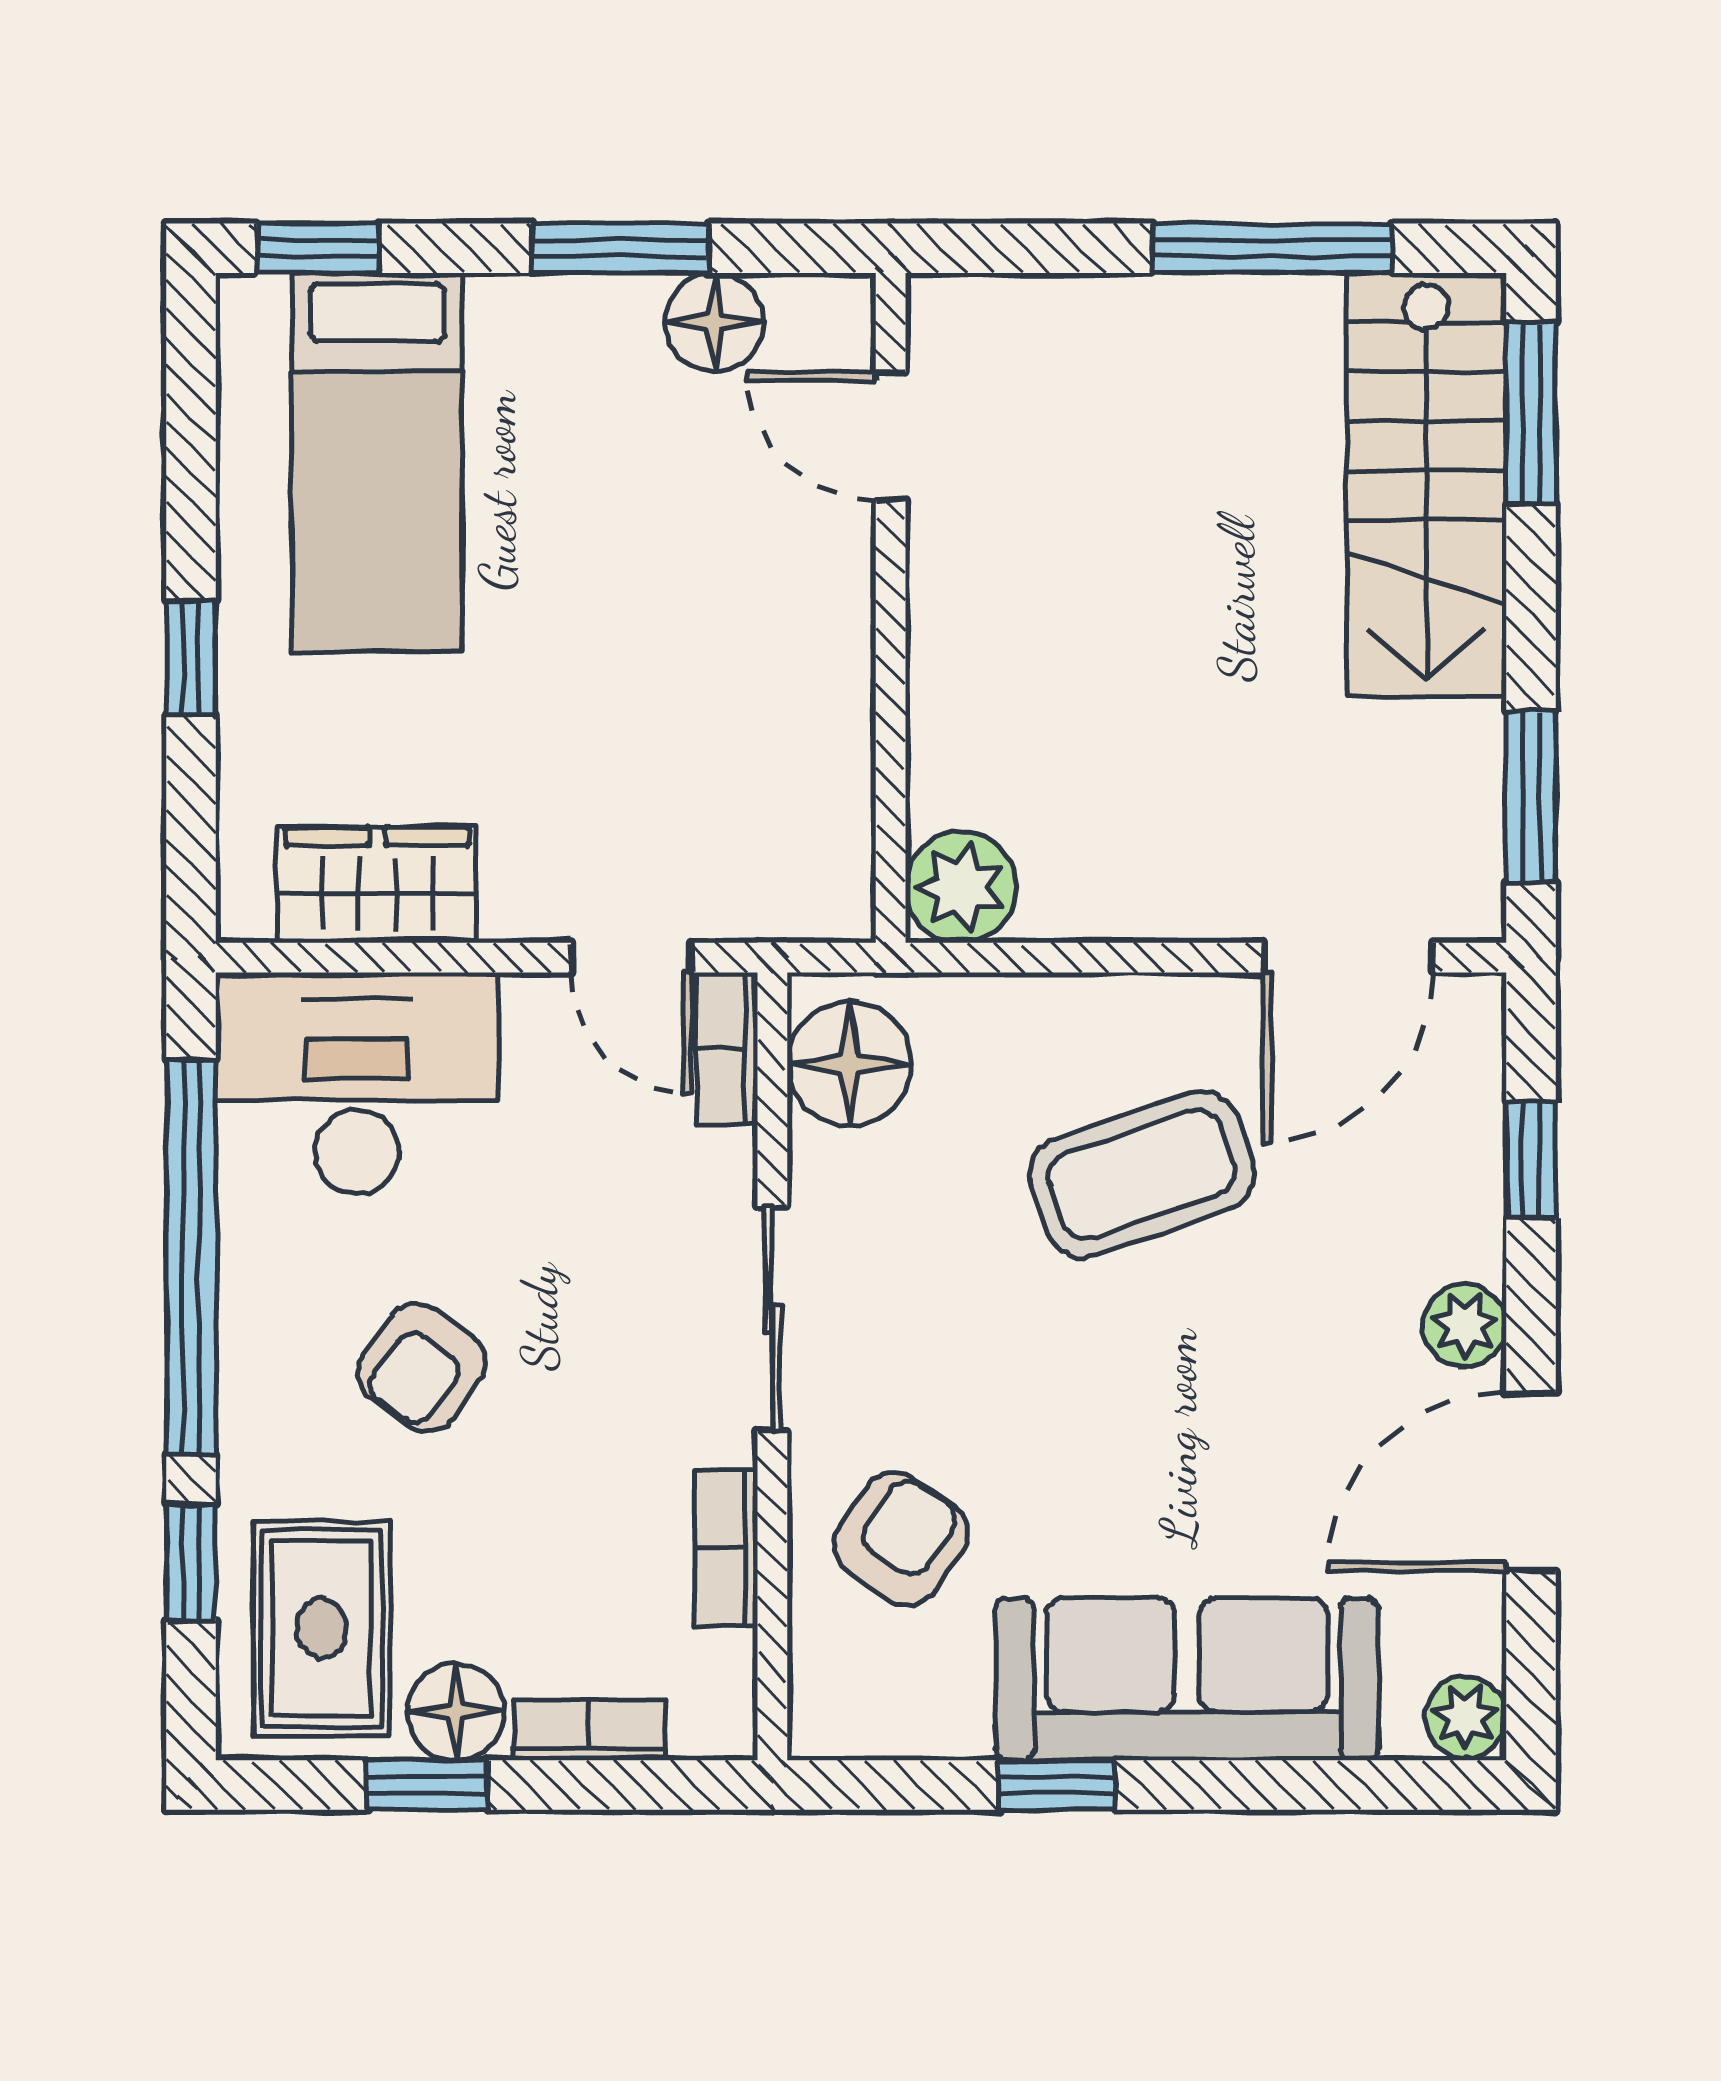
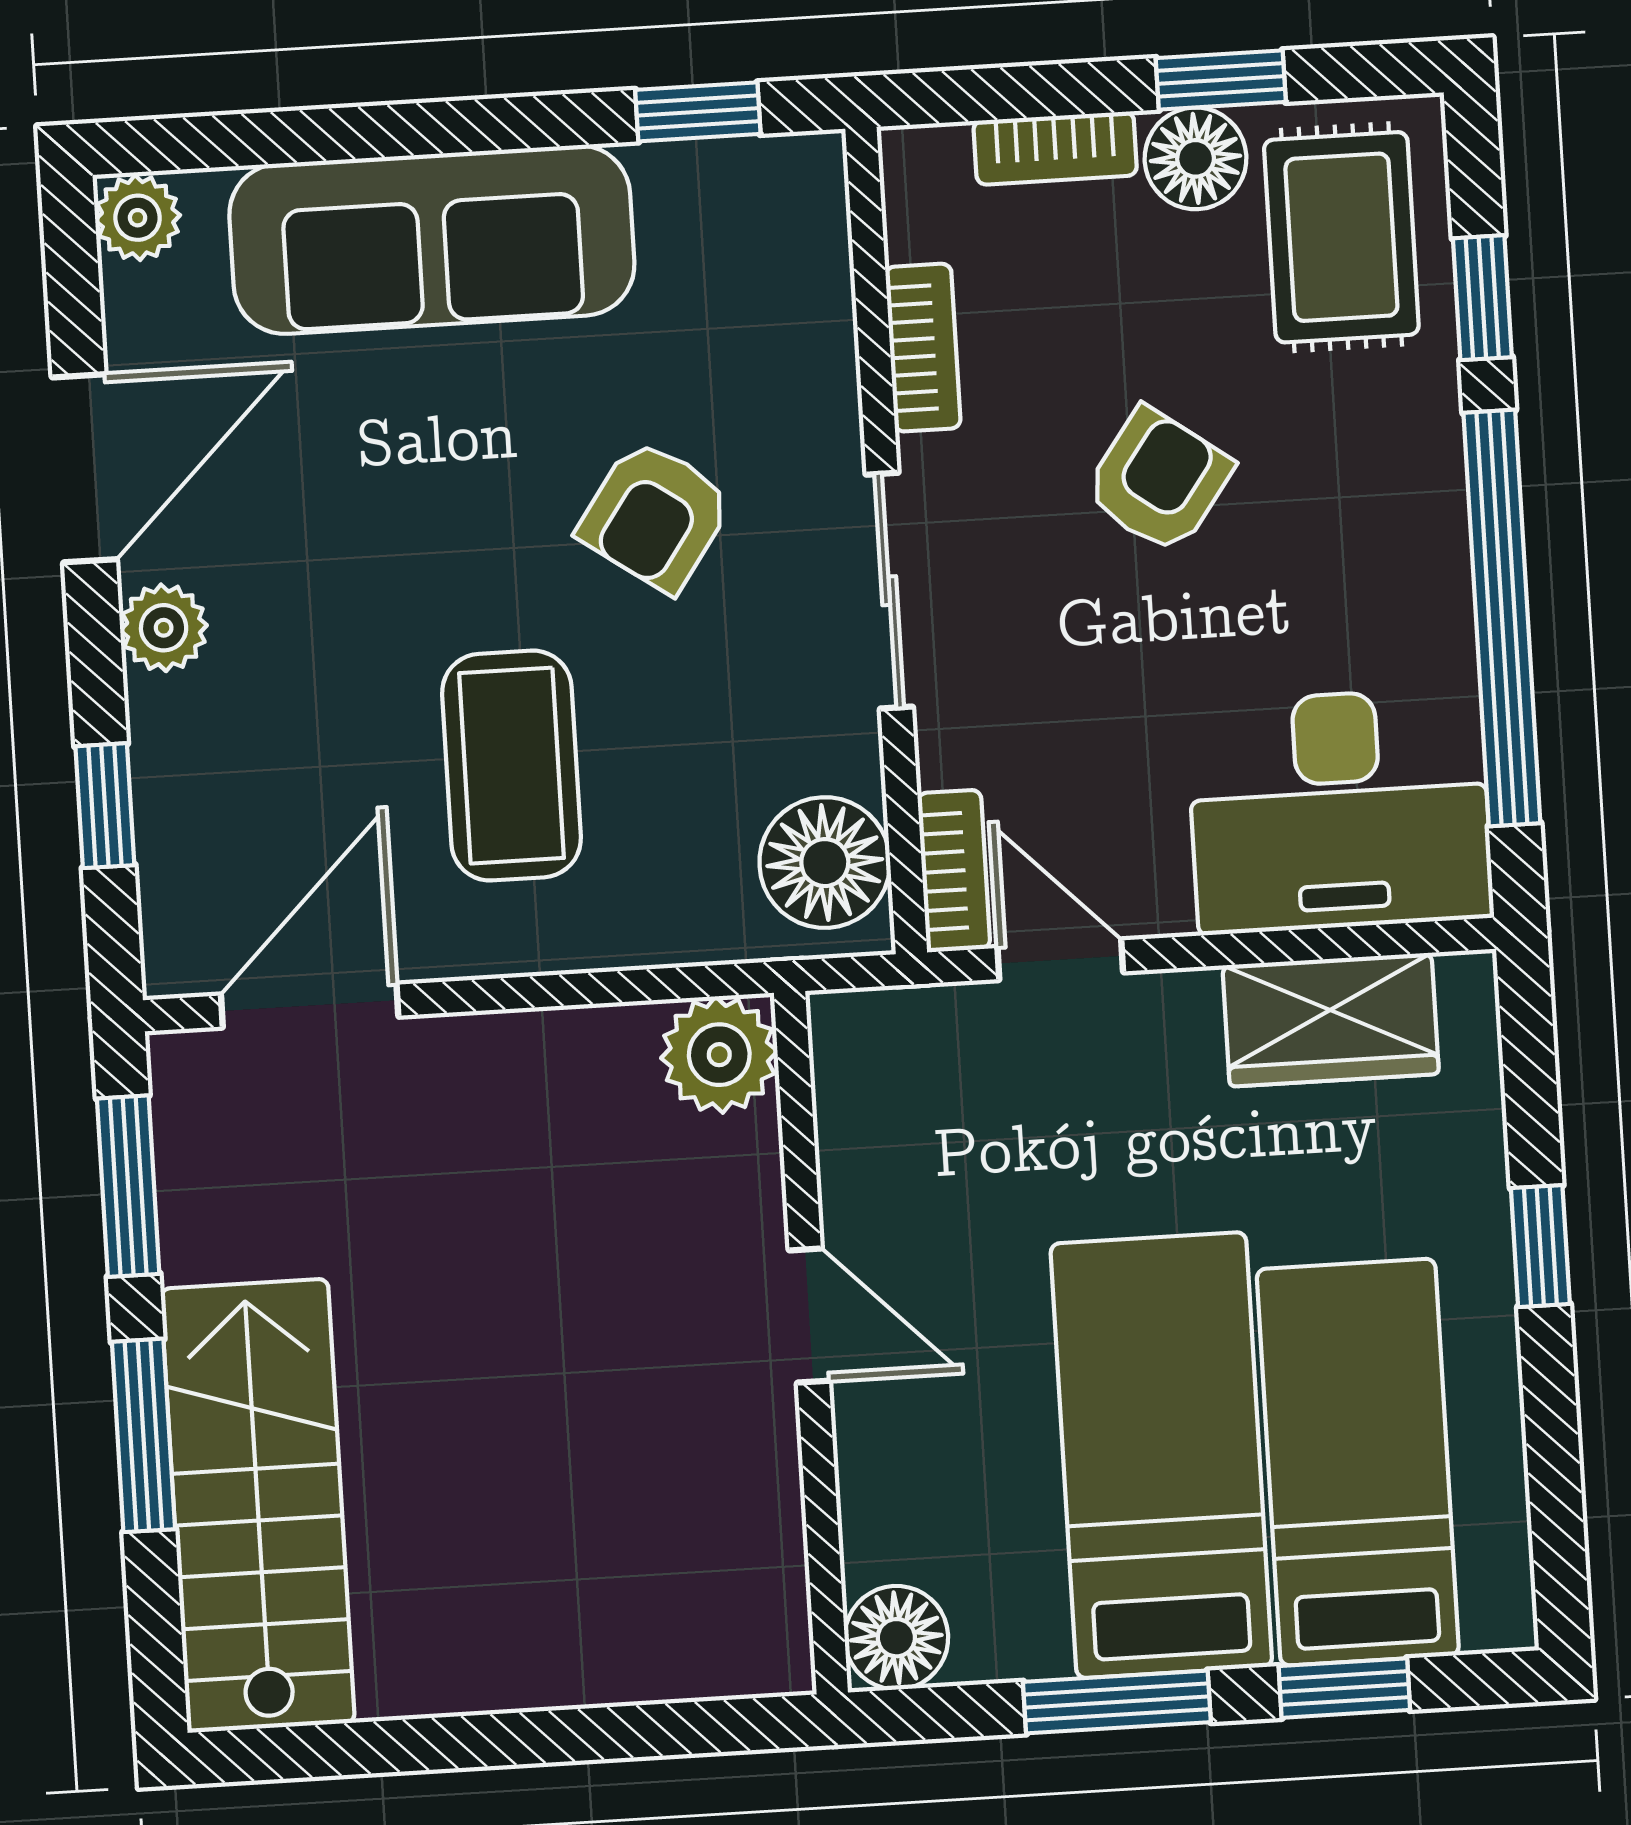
window: (318, 248) -> (1344, 1688), moved
window: (1272, 248) -> (435, 1744), removed
floor lamp: (714, 322) -> (896, 1638), moved
window: (1531, 413) -> (143, 1435), moved
door: (891, 436) -> (809, 1316), moved
bed: (564, 480) -> (1161, 1455), added
coffee table: (1142, 1174) -> (512, 766), turned -71
armchair: (422, 1367) -> (1158, 480), moved
armchair: (901, 1539) -> (655, 516), moved
window: (1057, 1785) -> (698, 112), moved

